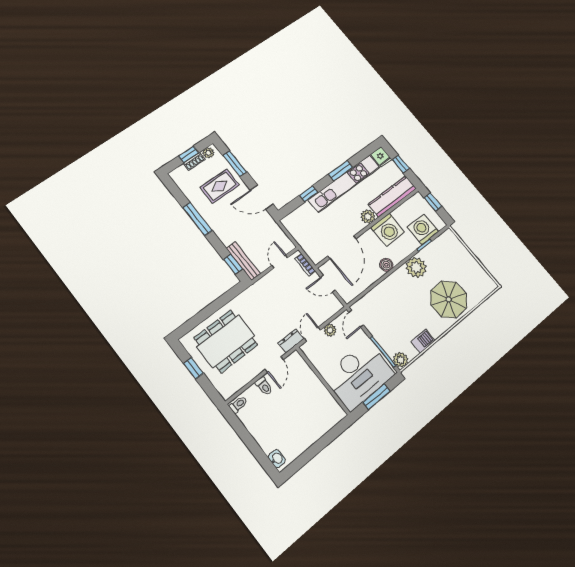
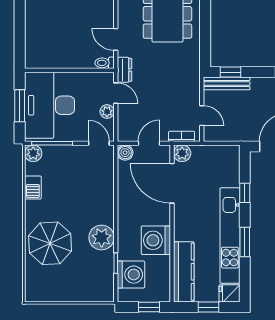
plant: (368, 217) -> (182, 153), moved
boiler: (386, 265) -> (125, 153), moved
toilet: (264, 386) -> (104, 63), moved

